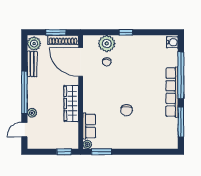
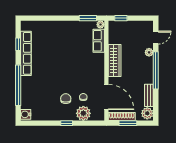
row of seats: (172, 92) -> (26, 53), moved
chair: (127, 110) -> (66, 99), moved
window: (181, 122) -> (18, 44), width x0.46

